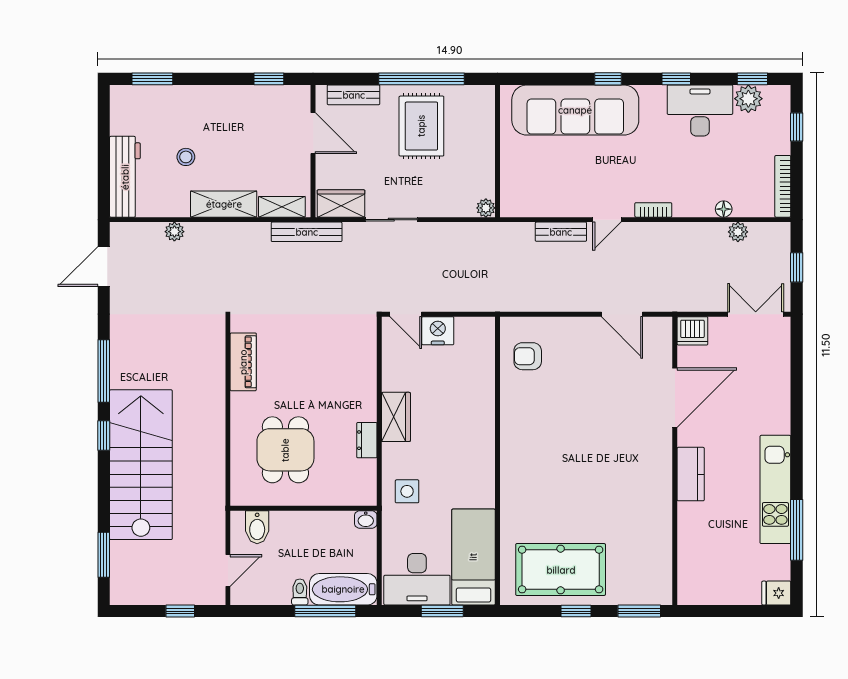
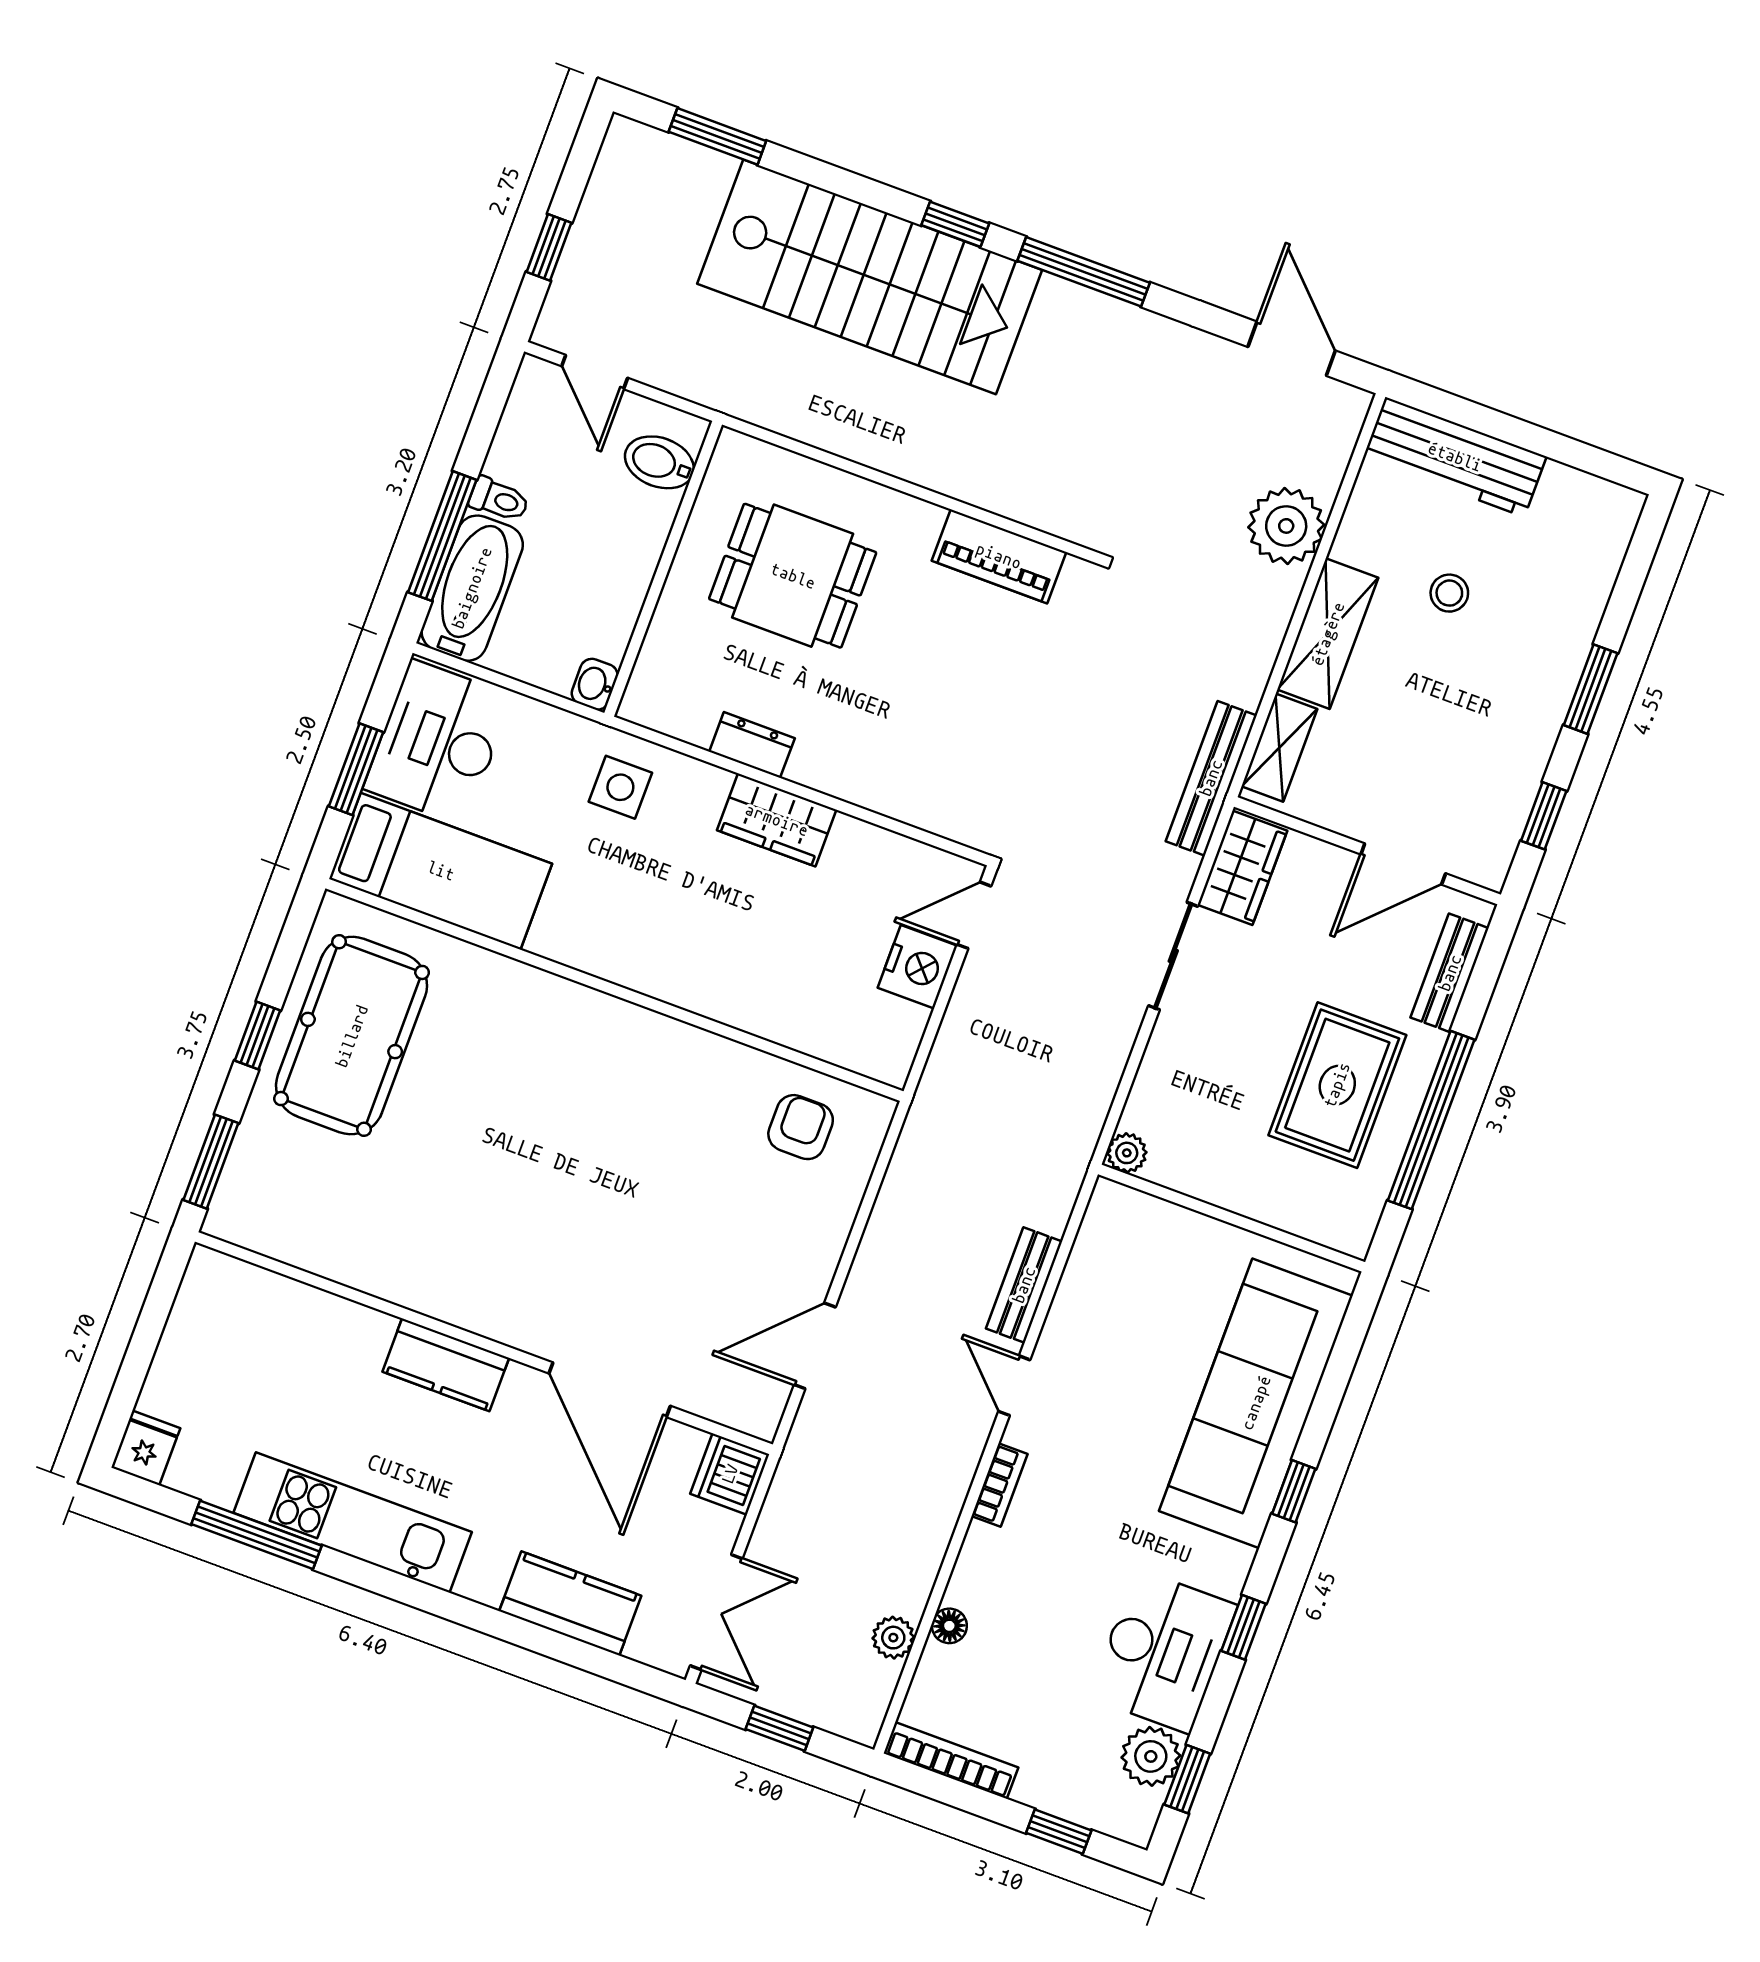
window: (152, 79) -> (1591, 689), moved
rug: (421, 126) -> (1337, 1085), turned 90
plant: (174, 232) -> (1286, 526), width x1.88, depth x1.88
kitchen counter: (776, 380) -> (570, 1603), added

